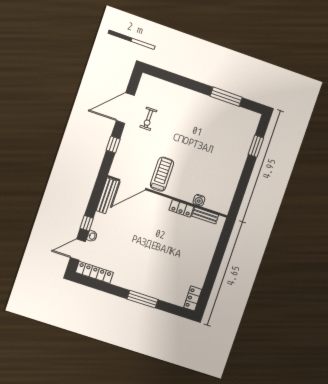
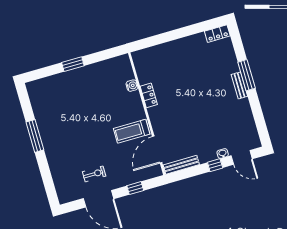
window: (226, 97) -> (35, 136), moved
window: (256, 146) -> (73, 64), moved
door: (132, 185) -> (157, 150), swing flipped
bench: (205, 215) -> (239, 85), moved
locker: (94, 272) -> (251, 131), removed

